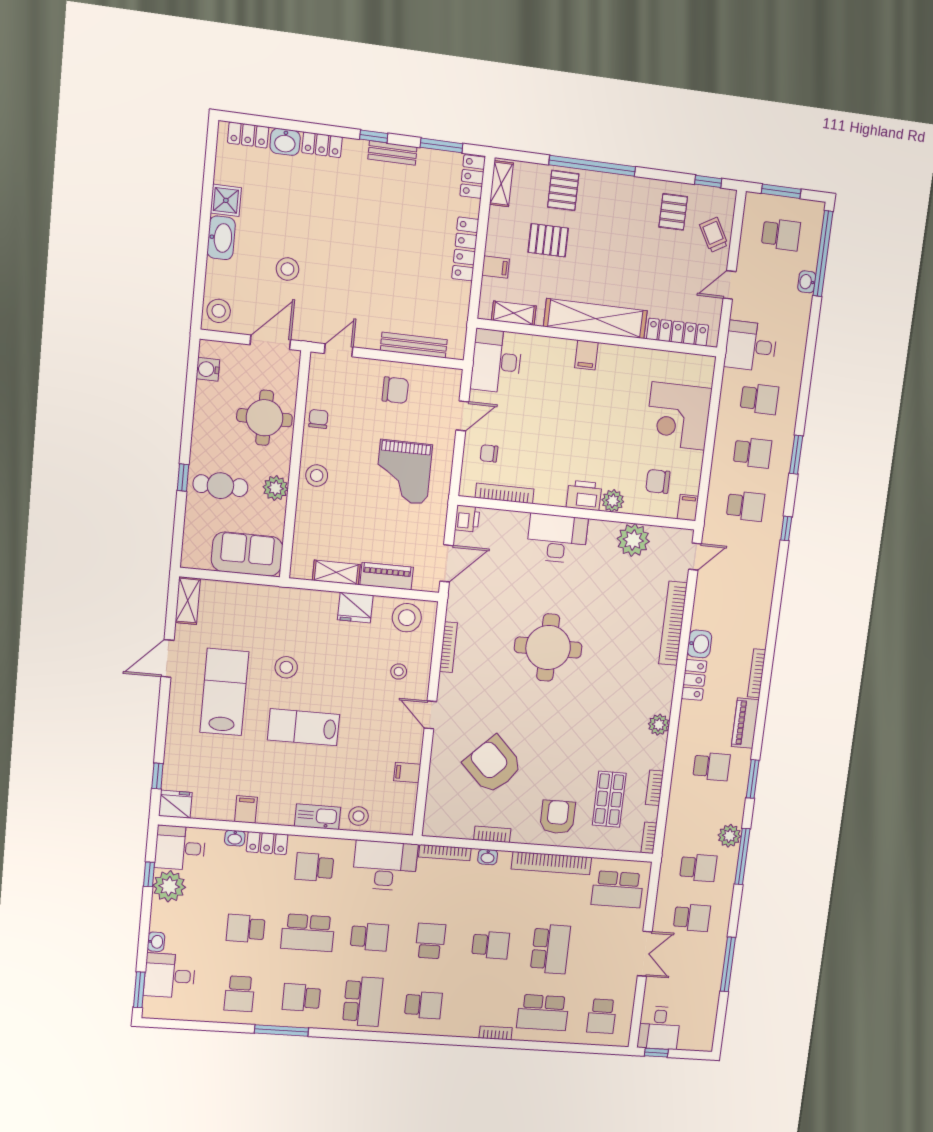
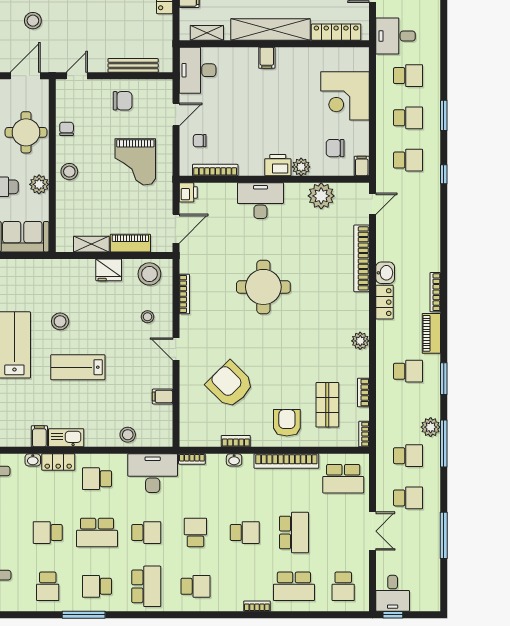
kitchen sink: (318, 817) -> (66, 438), moved
bookcase: (445, 853) -> (192, 459), width x0.64

